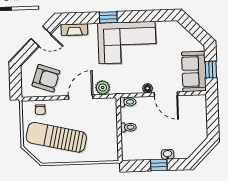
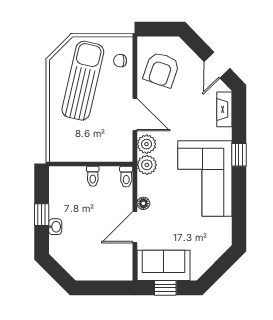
plant: (118, 87) -> (147, 165), added

